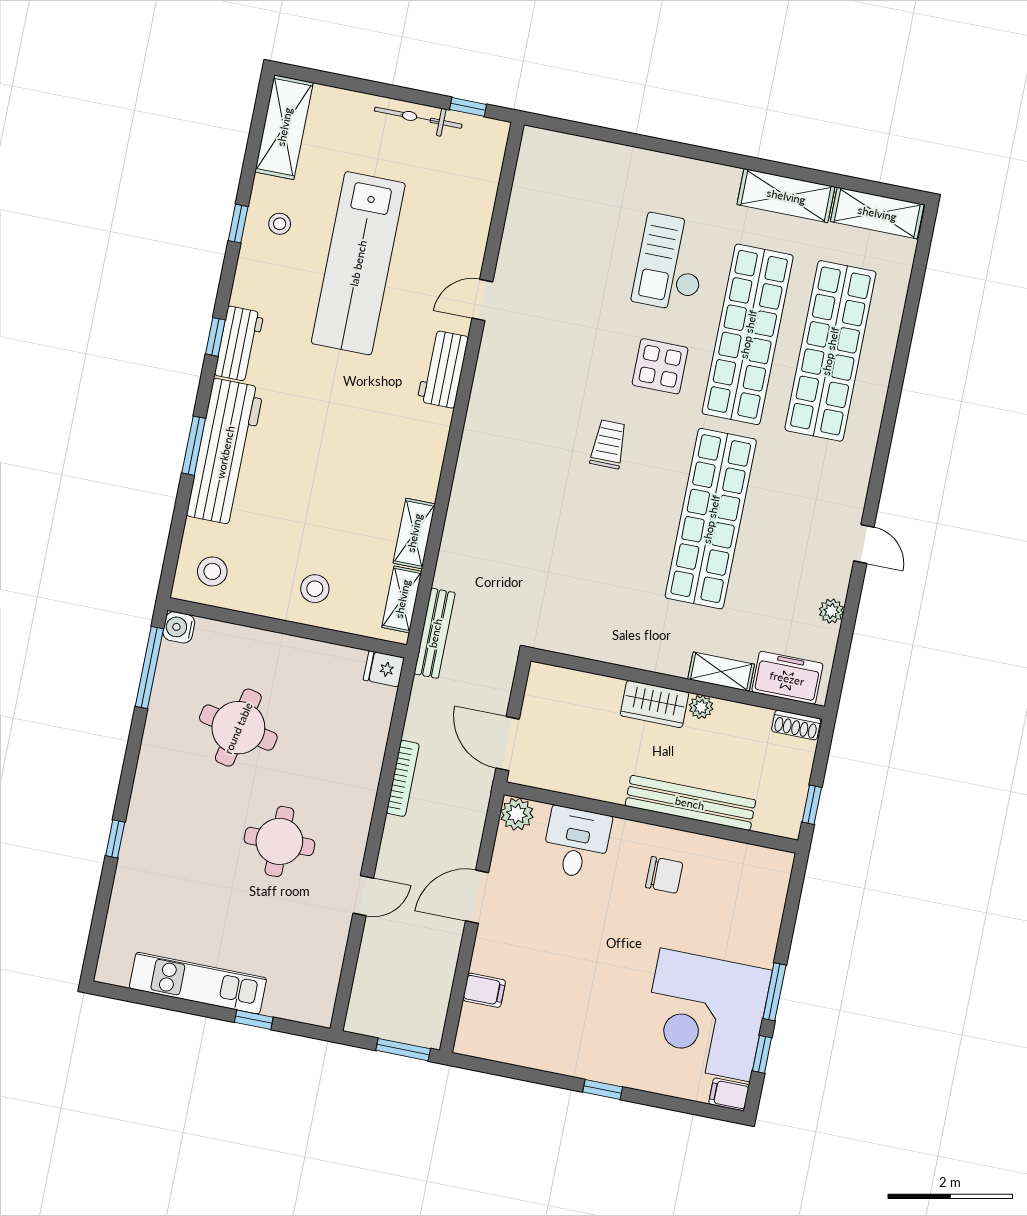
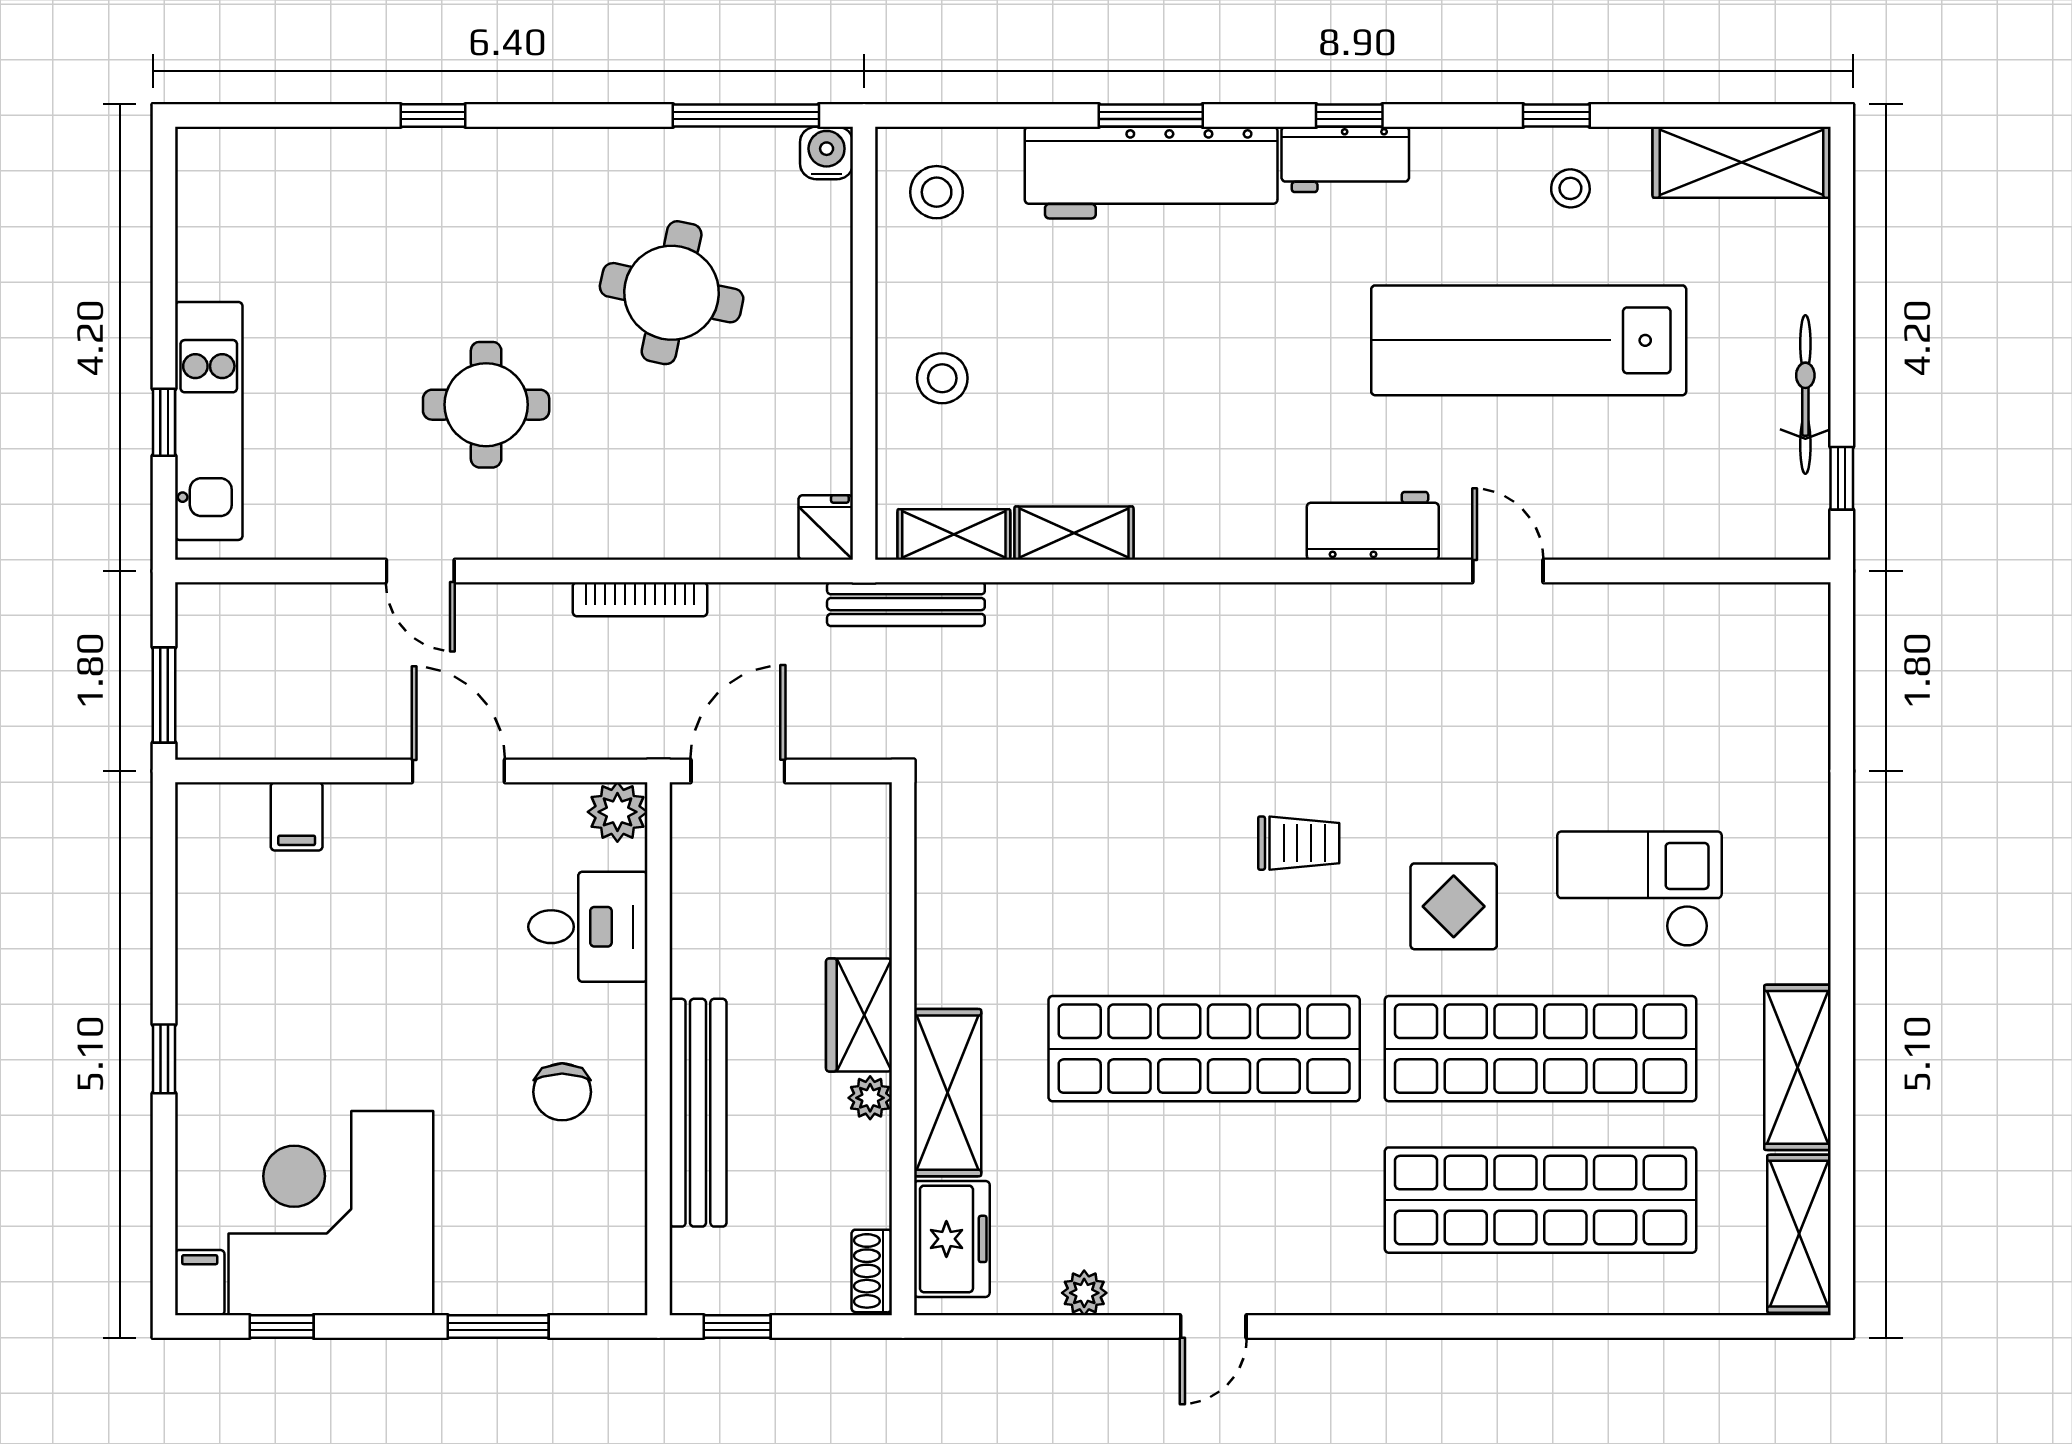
shelving: (721, 672) -> (948, 1093), width x1.50, depth x1.33
kitchen unit: (198, 983) -> (209, 421), moved
window: (774, 992) -> (498, 1326), moved

